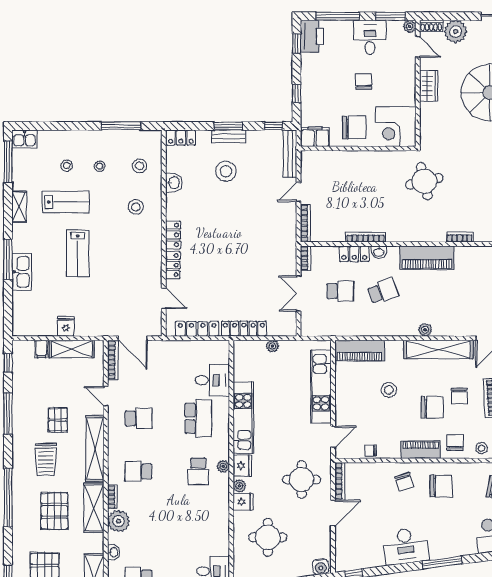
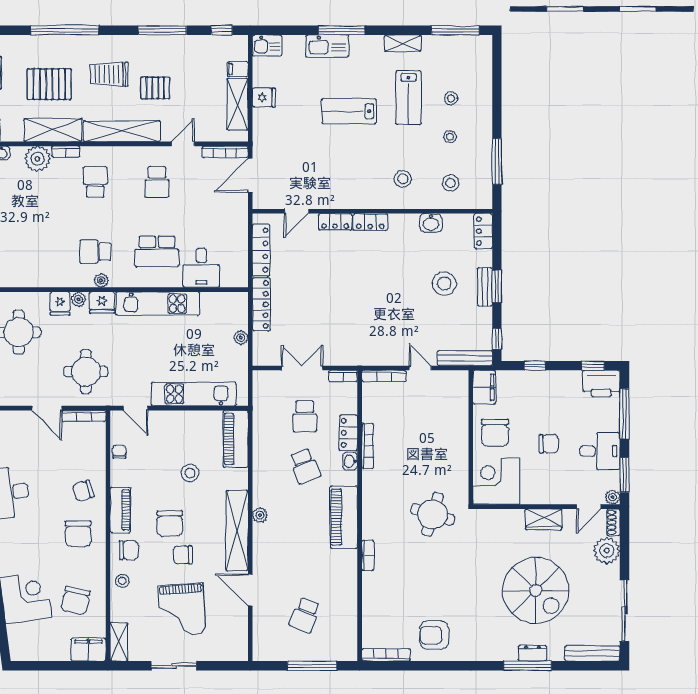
kitchen sink: (25, 139) -> (267, 45), moved, turned -90
round table: (424, 181) -> (433, 514), turned 30

